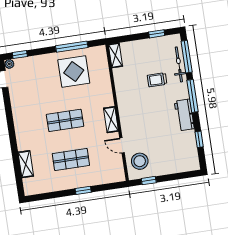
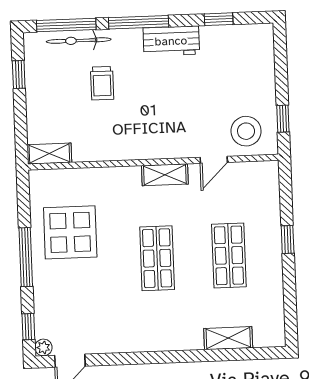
window: (72, 47) -> (26, 257), moved

